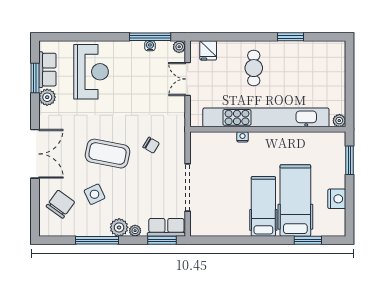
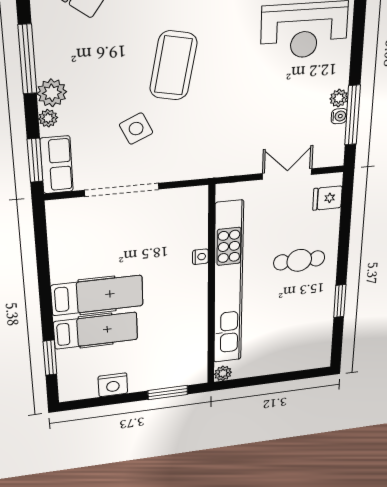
plant: (179, 47) -> (339, 98), moved
chair: (151, 145) -> (187, 131), removed
side table: (95, 194) -> (136, 129), moved
hospital bed: (295, 201) -> (96, 331), width x0.73, depth x0.78

